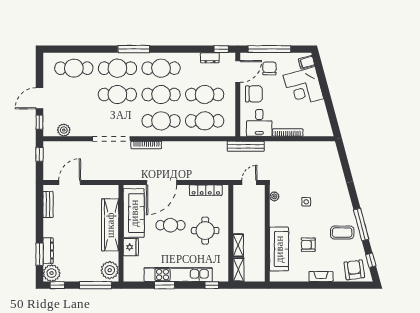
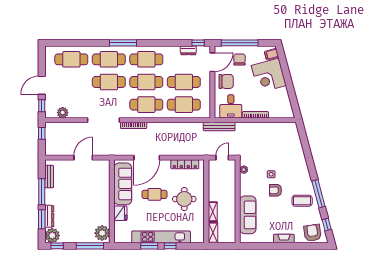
door: (70, 182) -> (83, 158), moved
window: (39, 222) -> (42, 192), added
wardrobe: (110, 225) -> (103, 194), removed
armchair: (308, 245) -> (276, 190), moved
window: (212, 285) -> (170, 246), moved

